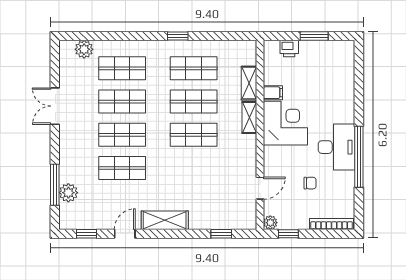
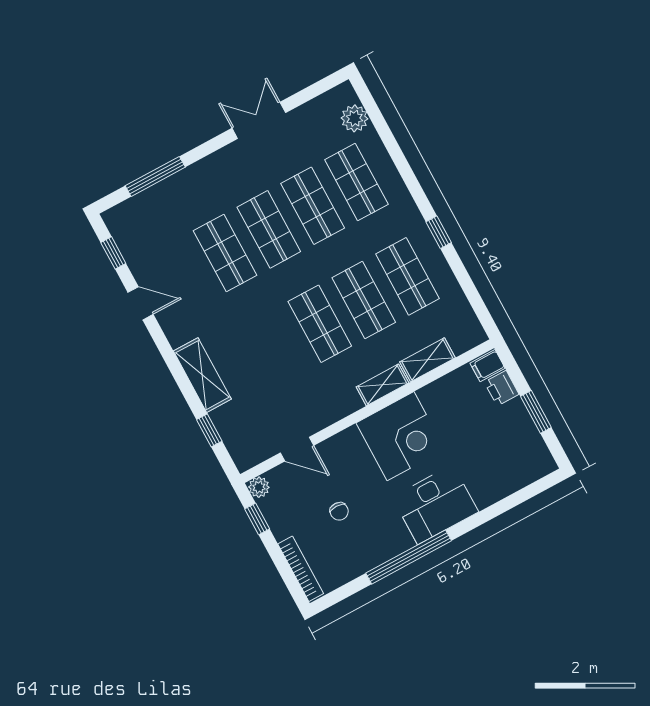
filing cabinet: (273, 93) -> (487, 366), moved, turned 90
desk: (336, 147) -> (435, 504), moved
plant: (68, 193) -> (154, 200), removed
shelving: (165, 220) -> (202, 375), moved

